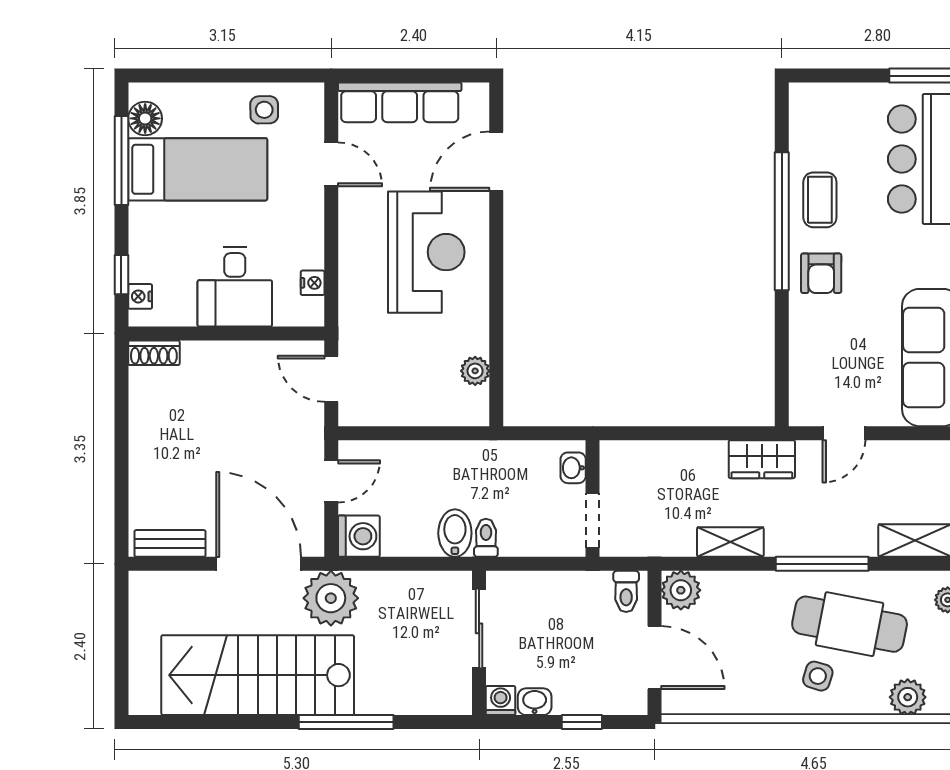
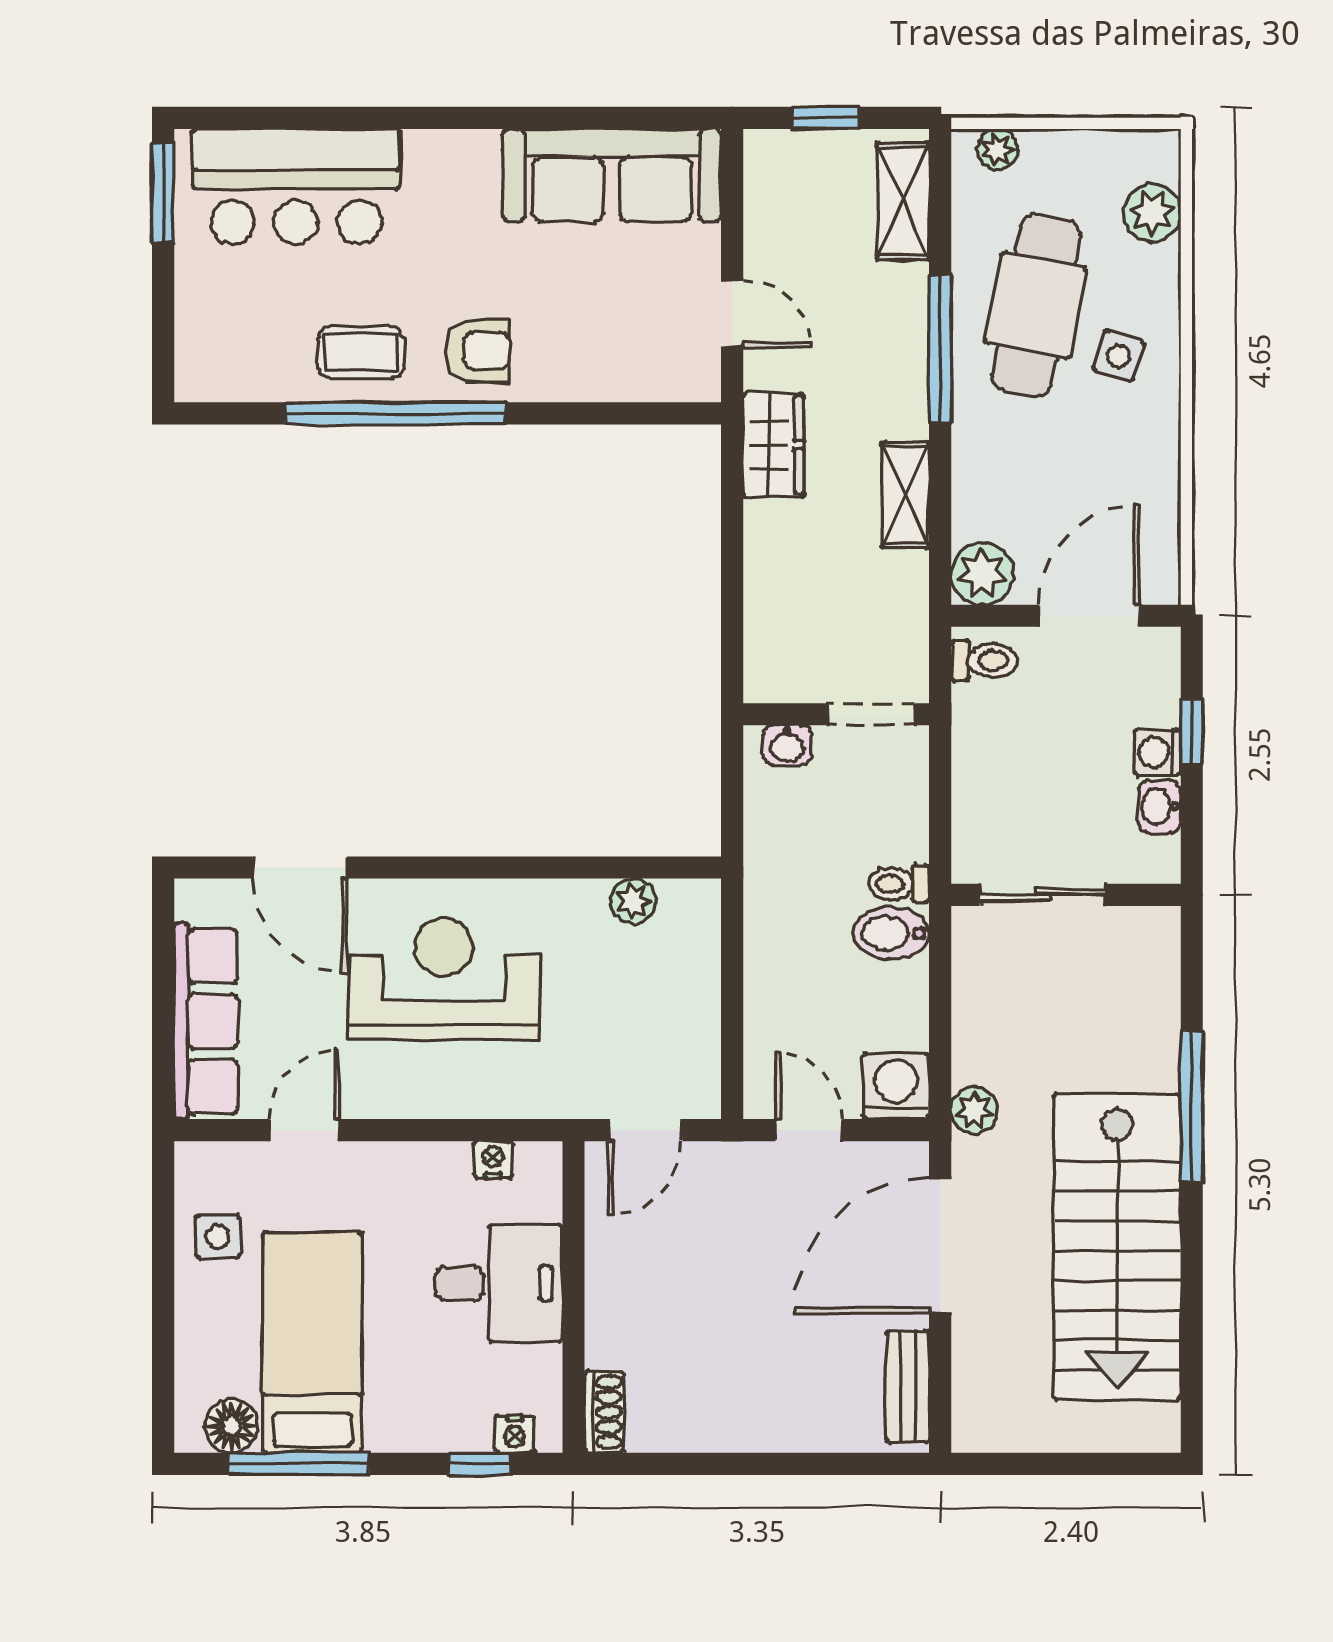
plant: (331, 598) -> (974, 1110), width x0.53, depth x0.53
washing machine: (501, 701) -> (1158, 752), moved

